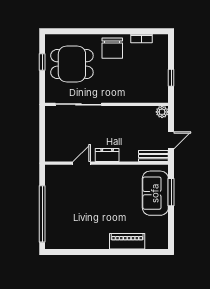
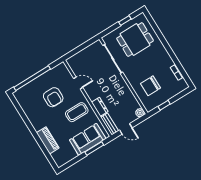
chair: (112, 48) -> (150, 86), moved
dining table: (72, 64) -> (135, 40), turned 90
dresser: (107, 155) -> (100, 107), moved
coffee table: (115, 186) -> (77, 112), added
armchair: (80, 203) -> (53, 97), added

